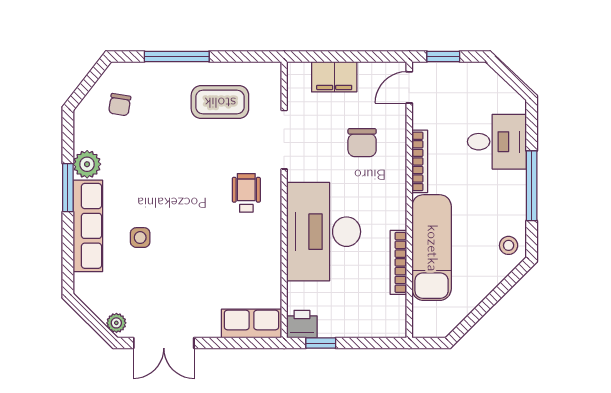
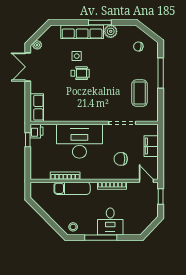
desk: (497, 142) -> (110, 221), moved
wheelchair: (246, 193) -> (80, 73), moved
exam couch: (432, 248) -> (72, 188), width x0.73, depth x0.69

